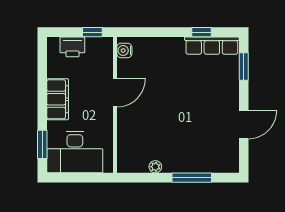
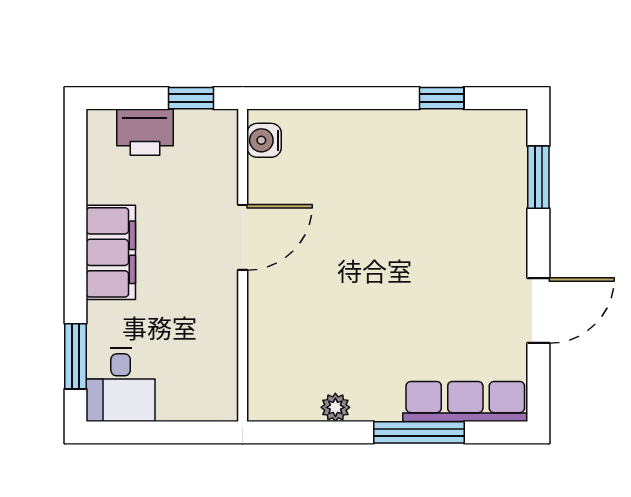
row of seats: (212, 46) -> (465, 401), moved, turned 180
desk: (75, 152) -> (121, 385), width x0.53, depth x0.77

